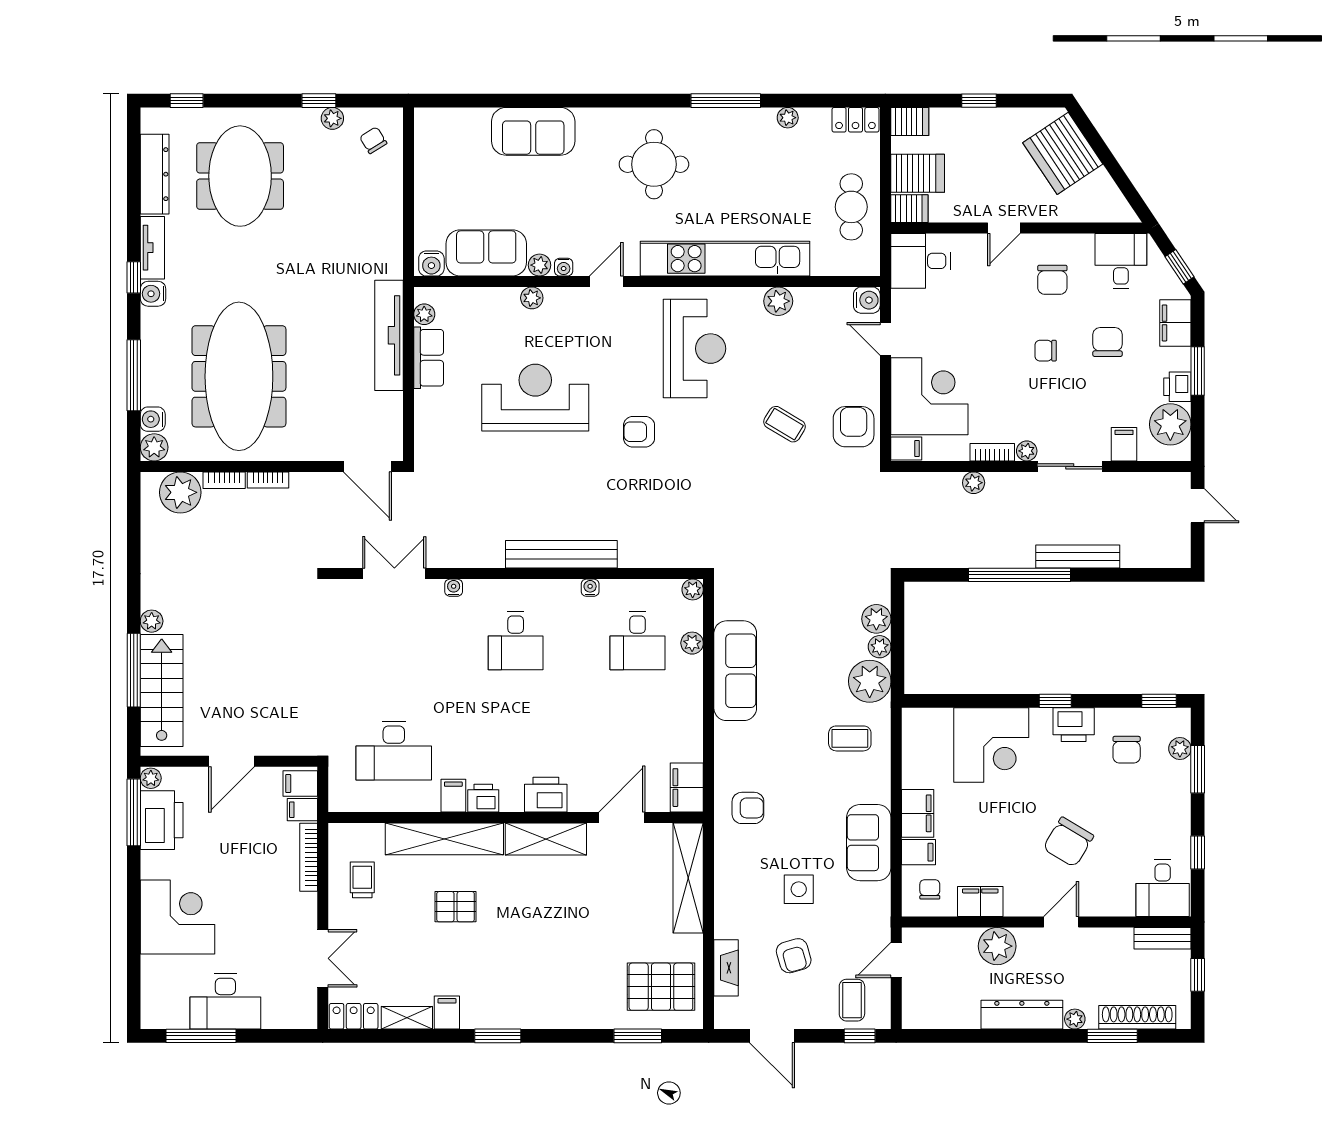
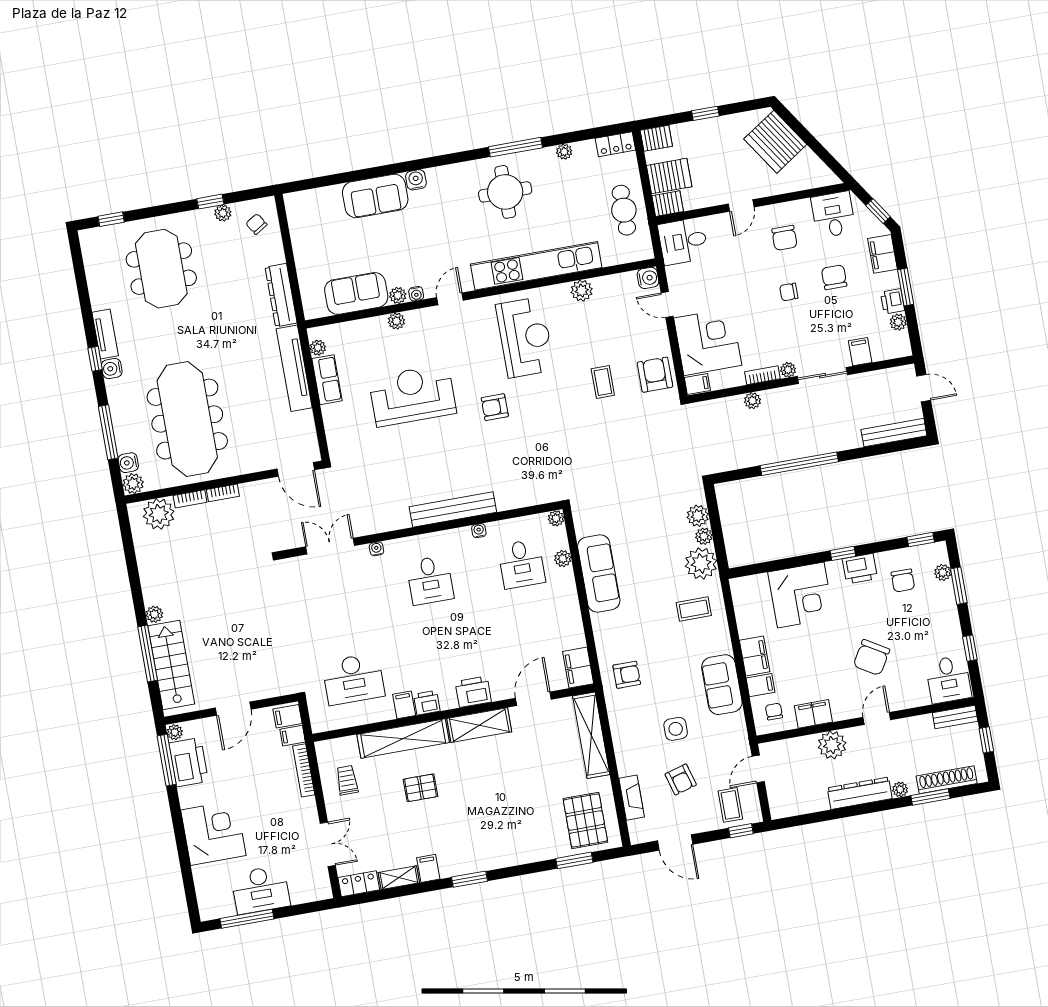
round table: (654, 164) -> (505, 192), moved
dresser: (155, 174) -> (281, 295), moved, turned 180
water cooler: (431, 264) -> (416, 180), moved, turned 180
coffee table: (785, 424) -> (603, 382), turned 59
plant: (1170, 424) -> (898, 322), width x0.53, depth x0.53
bench: (1078, 557) -> (894, 433), moved
pallet: (661, 987) -> (585, 820), turned 90

